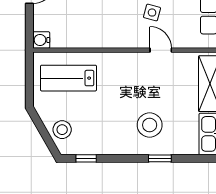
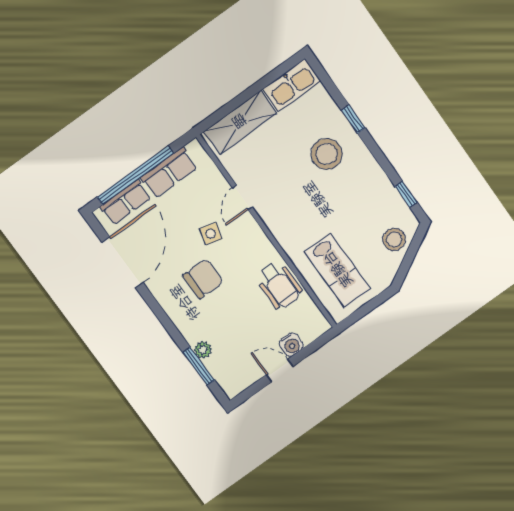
wheelchair: (86, 33) -> (279, 285), added
water cooler: (41, 40) -> (291, 345), moved

